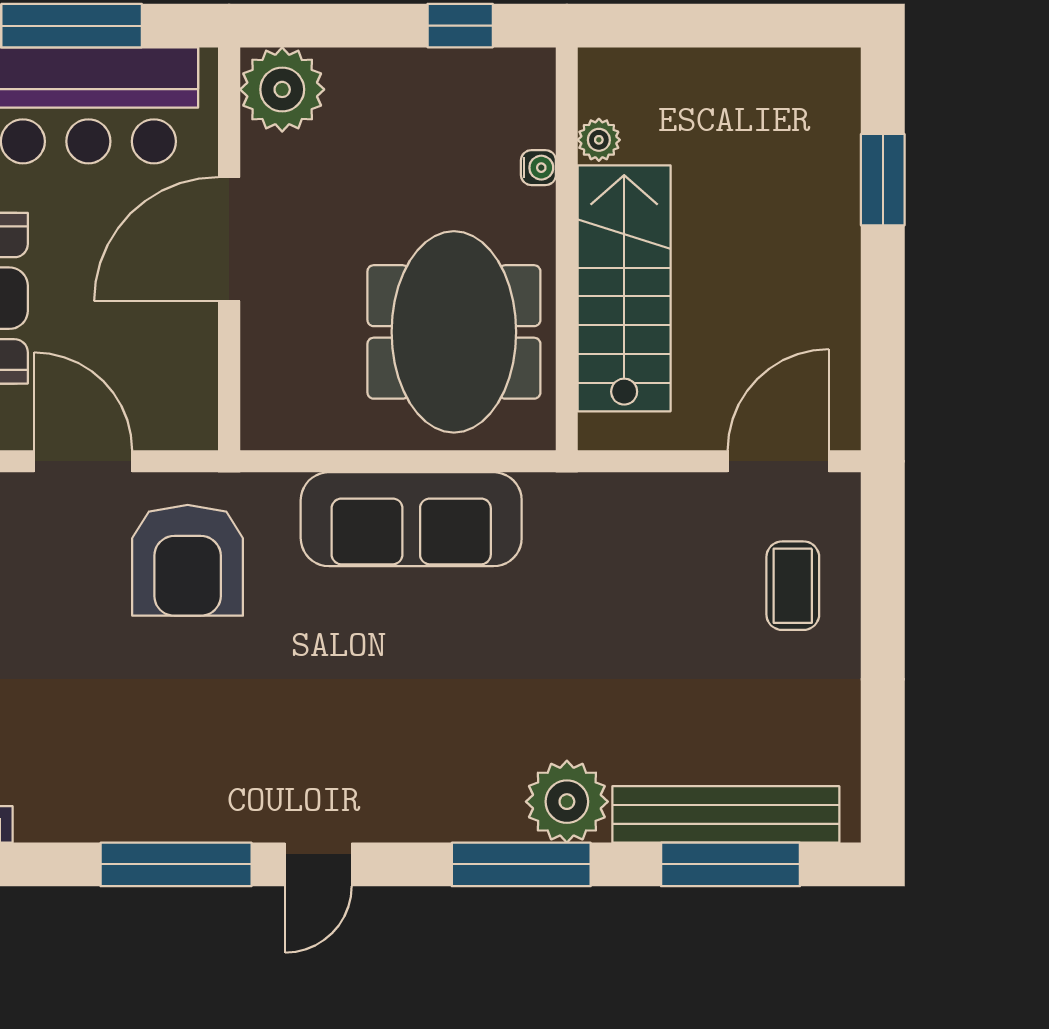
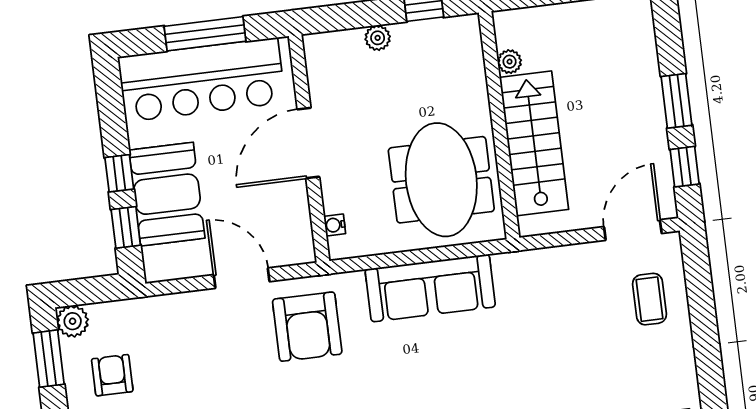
plant: (282, 89) -> (378, 38), moved, width x0.53, depth x0.53
water cooler: (538, 168) -> (335, 225), moved, turned 180
window: (883, 180) -> (677, 101), moved
window: (883, 361) -> (685, 167), added

